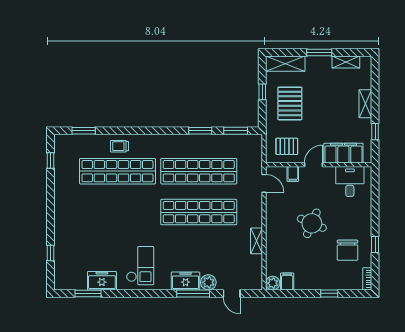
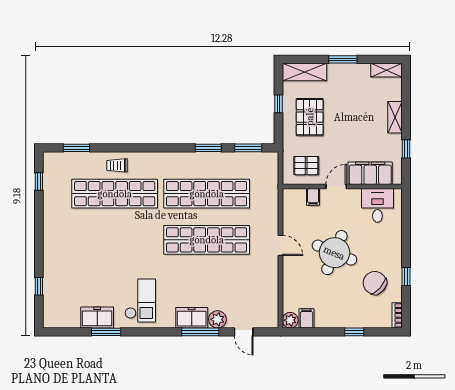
shelving: (346, 62) -> (387, 70), moved
door: (264, 183) -> (280, 245), moved
round table: (312, 223) -> (334, 253), width x1.36, depth x1.36
shelving: (257, 241) -> (272, 272), removed
chair: (348, 250) -> (375, 283), turned 131
window: (88, 293) -> (106, 332), moved

